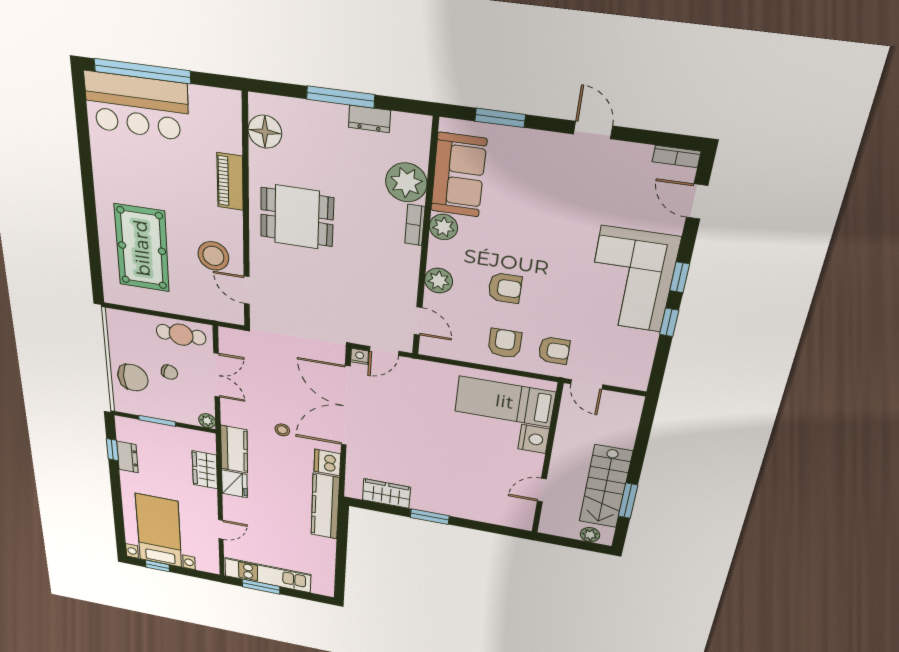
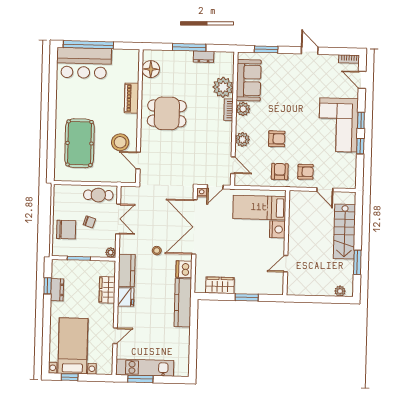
bed: (505, 402) -> (259, 208), moved
nightstand: (534, 439) -> (277, 229), moved
wall: (547, 461) -> (286, 243), moved
stairs: (606, 487) -> (344, 232), moved
door: (542, 490) -> (286, 264), moved

